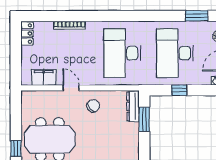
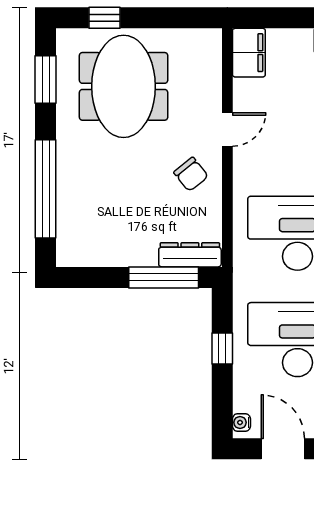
filing cabinet: (44, 77) -> (249, 53), moved
window: (144, 119) -> (164, 277), width x1.44

